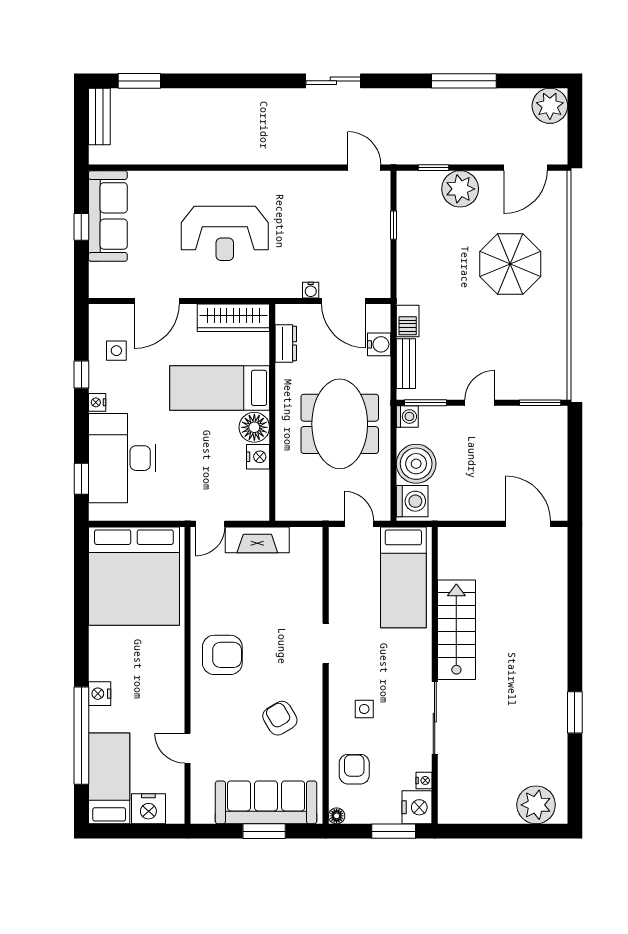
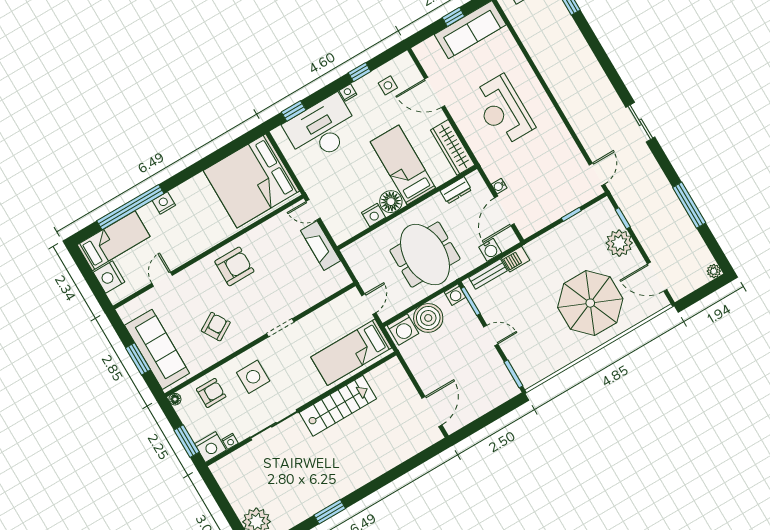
plant: (550, 106) -> (714, 271), width x0.53, depth x0.53
parasol: (510, 264) -> (590, 303), width x1.36, depth x1.36
meeting table: (340, 424) -> (425, 255), turned 90
armchair: (222, 655) -> (234, 266), turned -90
side table: (364, 709) -> (253, 377), width x1.87, depth x1.87

